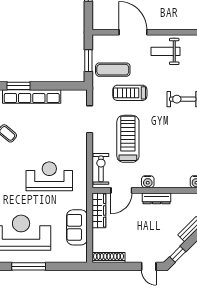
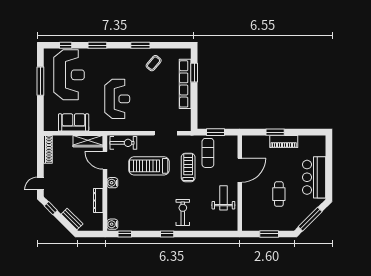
treadmill: (128, 139) -> (149, 166), turned 180
dresser: (157, 198) -> (98, 201), moved

